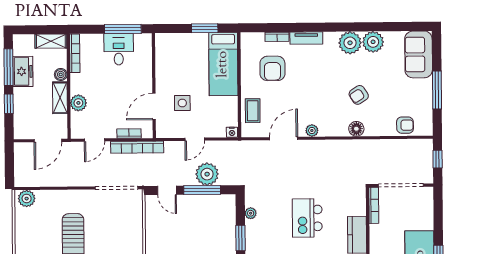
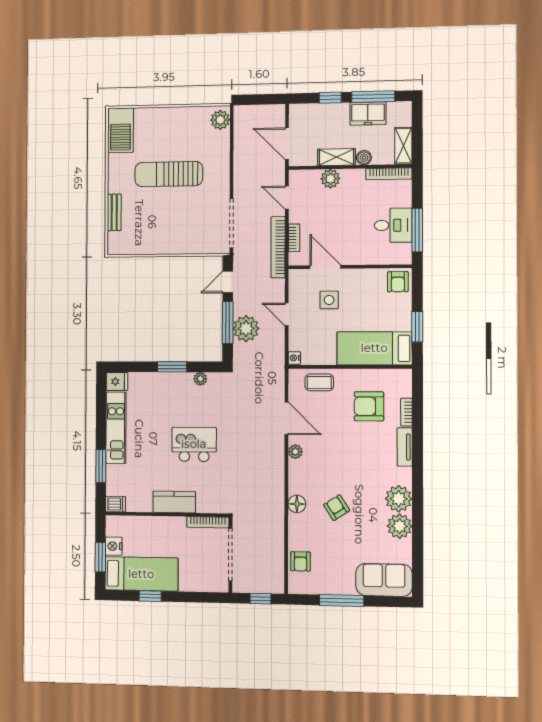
armchair: (167, 45) -> (398, 282), added

